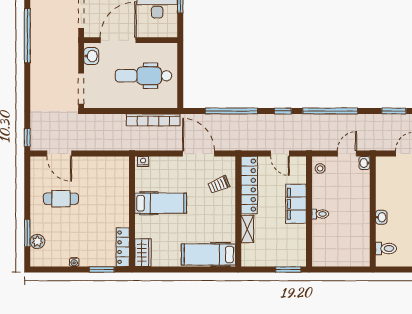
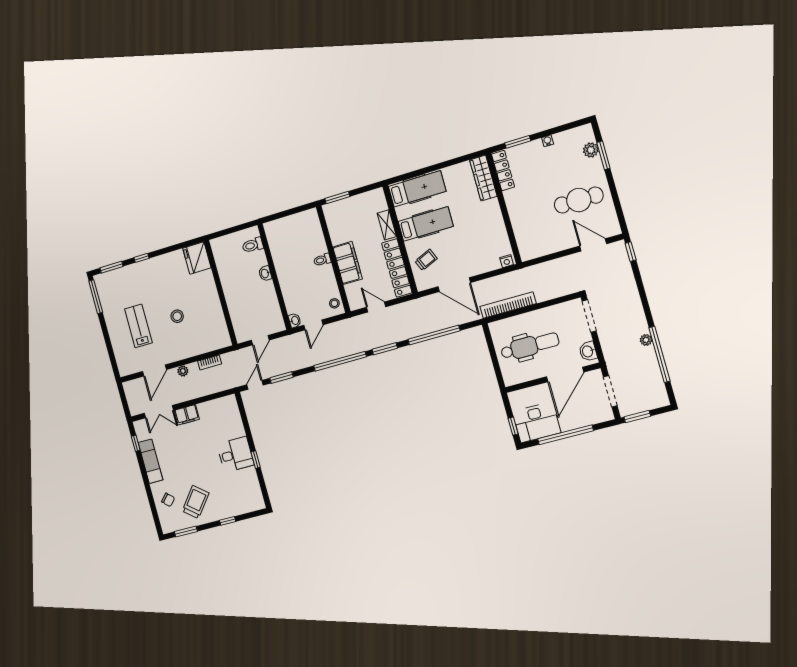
plant: (36, 52) -> (646, 340), added
window: (283, 111) -> (385, 349), width x1.50
cafe table: (61, 199) -> (579, 200), width x1.37, depth x1.35
hospital bed: (161, 203) -> (426, 224), moved, turned 180
wardrobe: (143, 253) -> (483, 178), width x1.50

